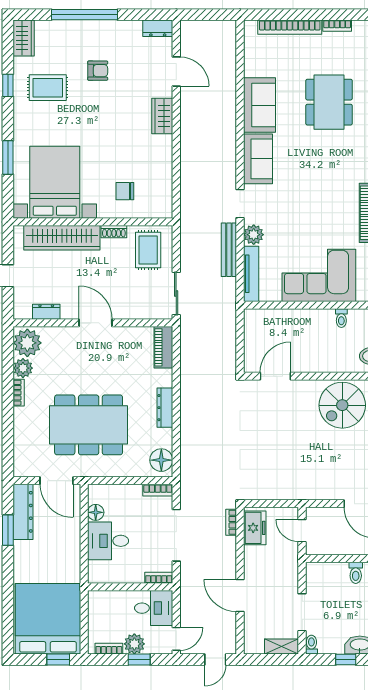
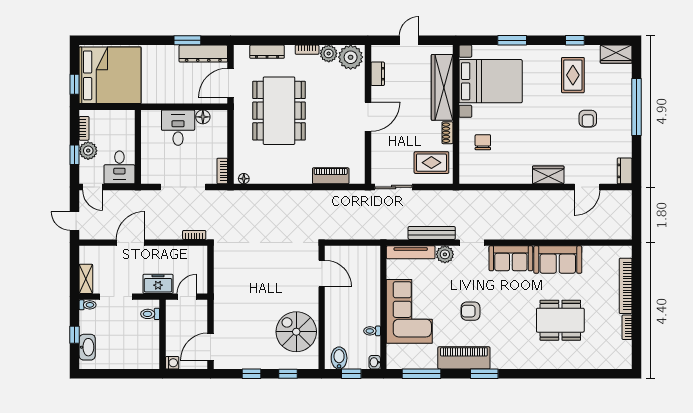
armchair: (319, 205) -> (471, 311), added
piano: (163, 347) -> (331, 176), moved
dresser: (165, 408) -> (267, 52), moved, turned 180
floor lamp: (161, 460) -> (244, 179), width x0.53, depth x0.53
freezer: (255, 528) -> (158, 284), moved, turned 180
toilet: (356, 573) -> (150, 314), moved
bookcase: (159, 578) -> (146, 172), removed

